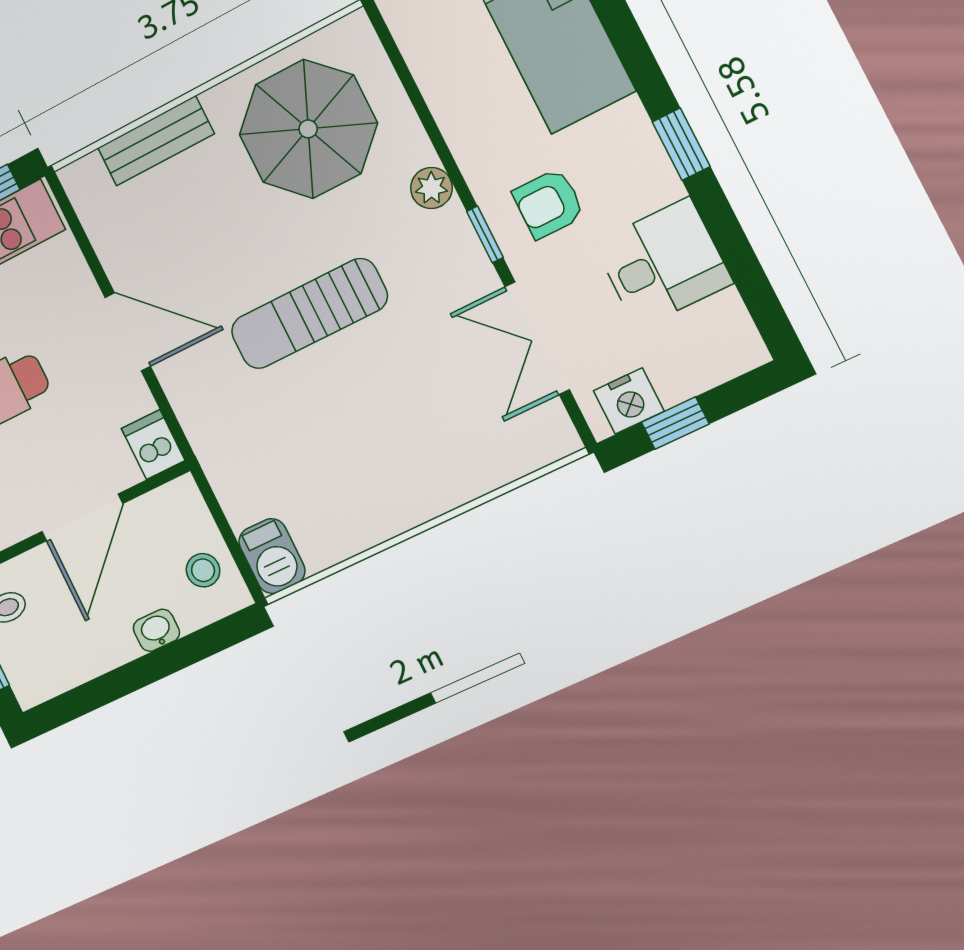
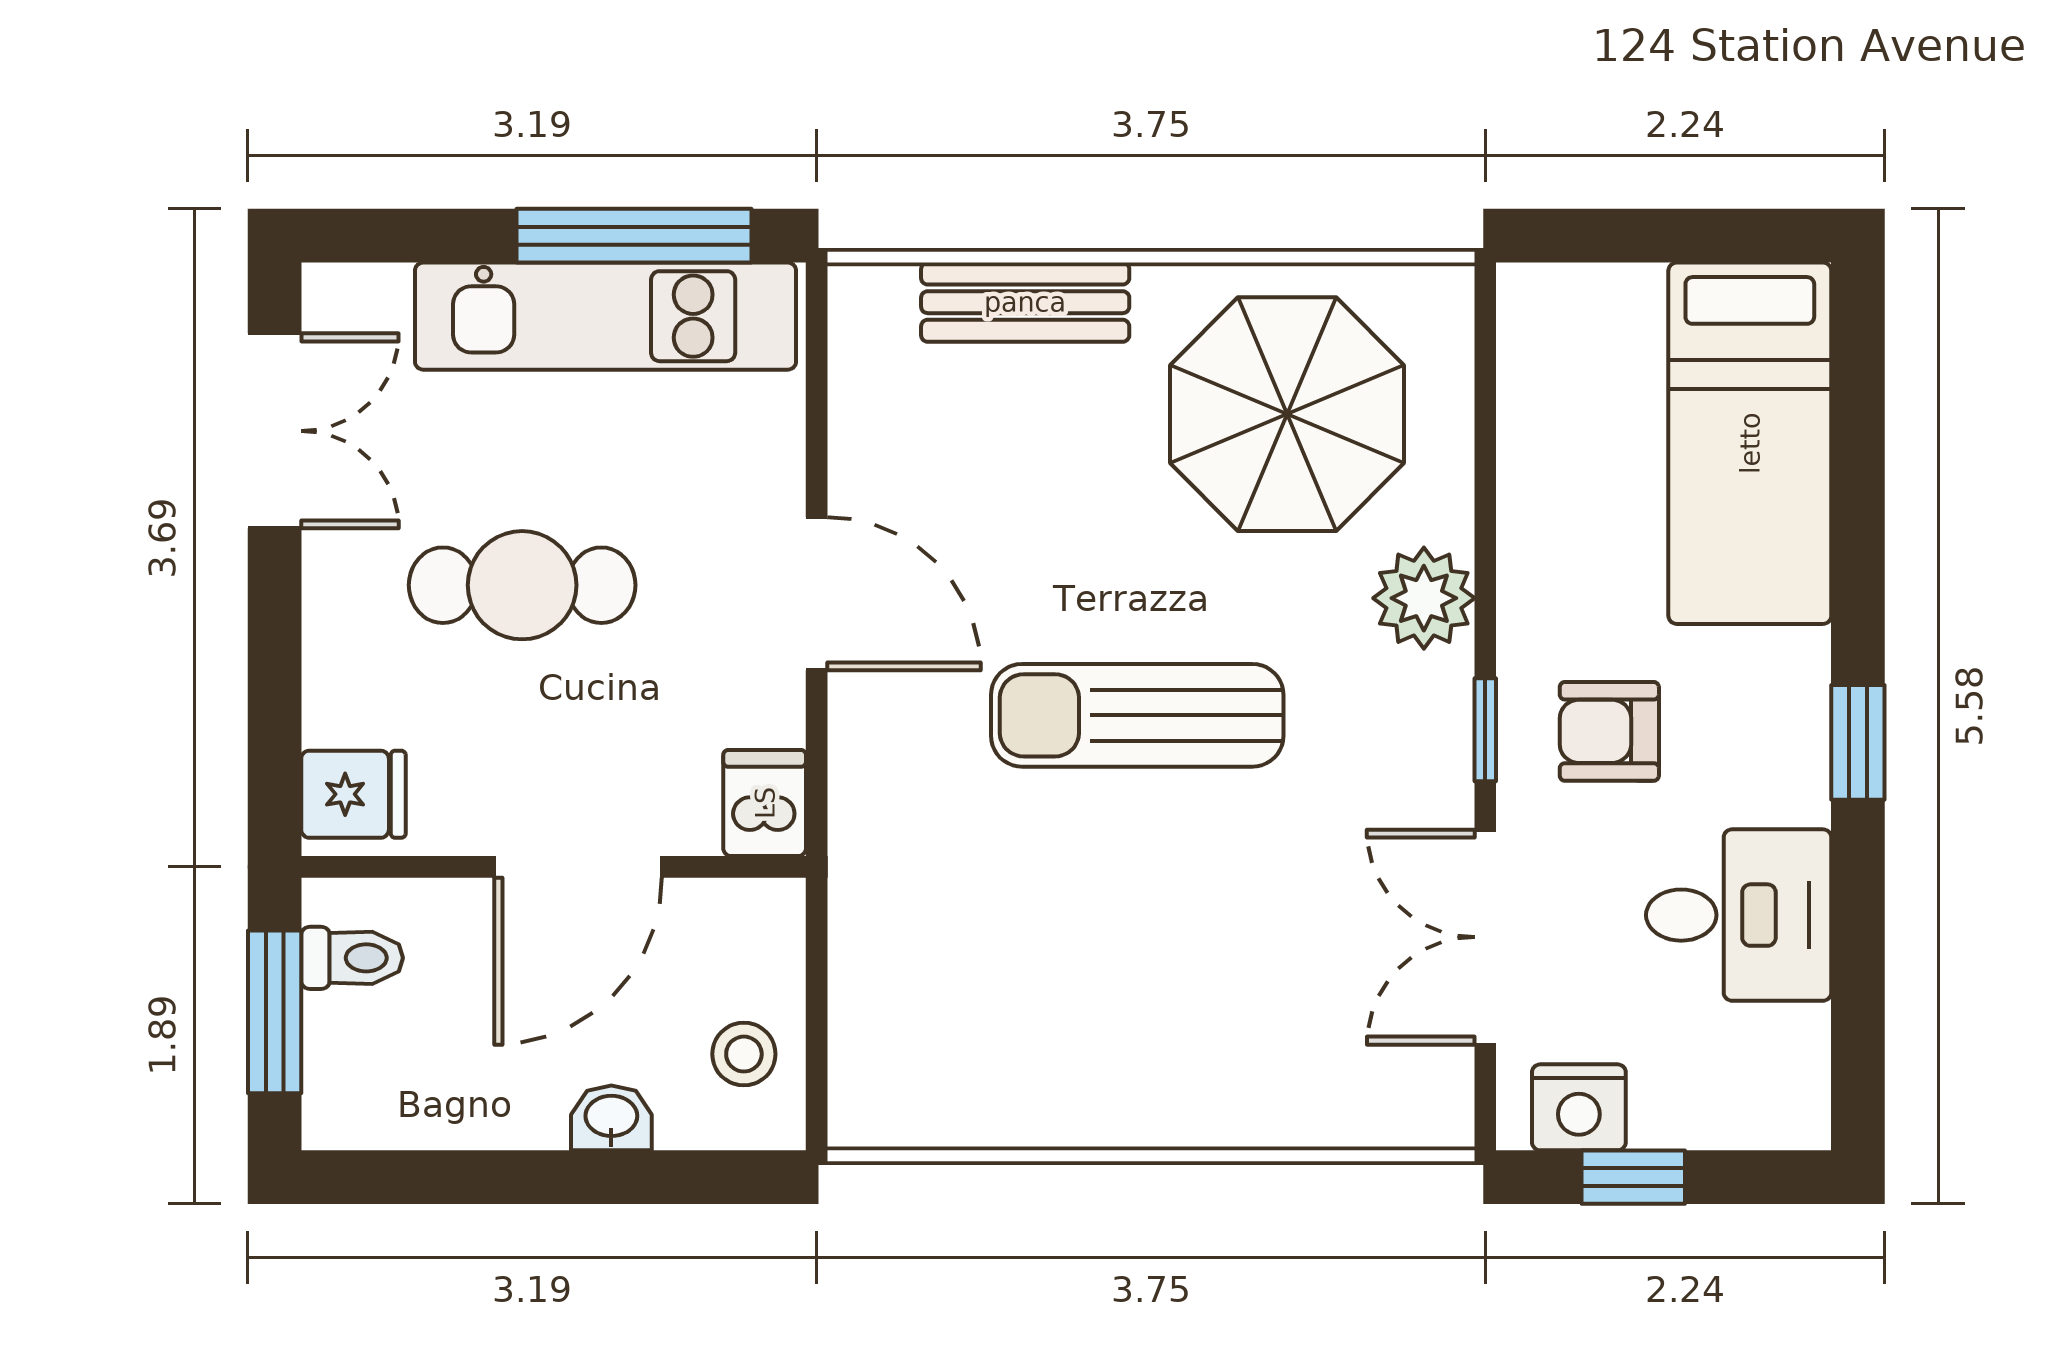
plant: (431, 188) -> (1424, 598), width x1.38, depth x1.38
barbecue: (272, 556) -> (874, 1085), removed

